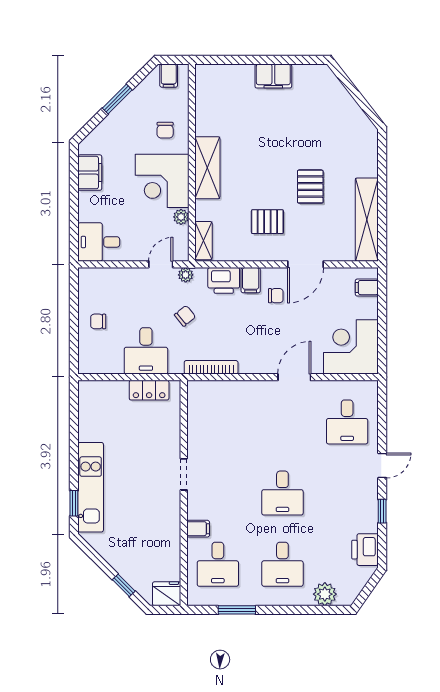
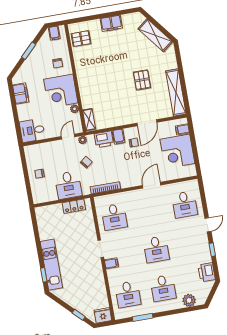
shelving: (207, 168) -> (155, 35), moved, turned -38
pallet: (267, 222) -> (81, 39), moved
corner desk: (351, 347) -> (177, 151), moved, turned -90
desk: (218, 422) -> (114, 217), added
filing cabinet: (198, 529) -> (111, 263), moved

